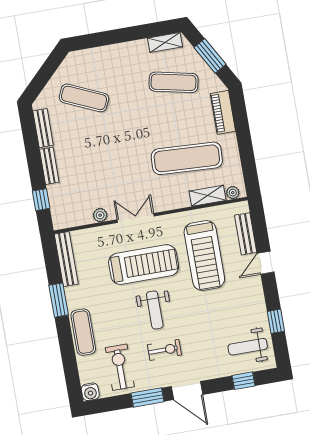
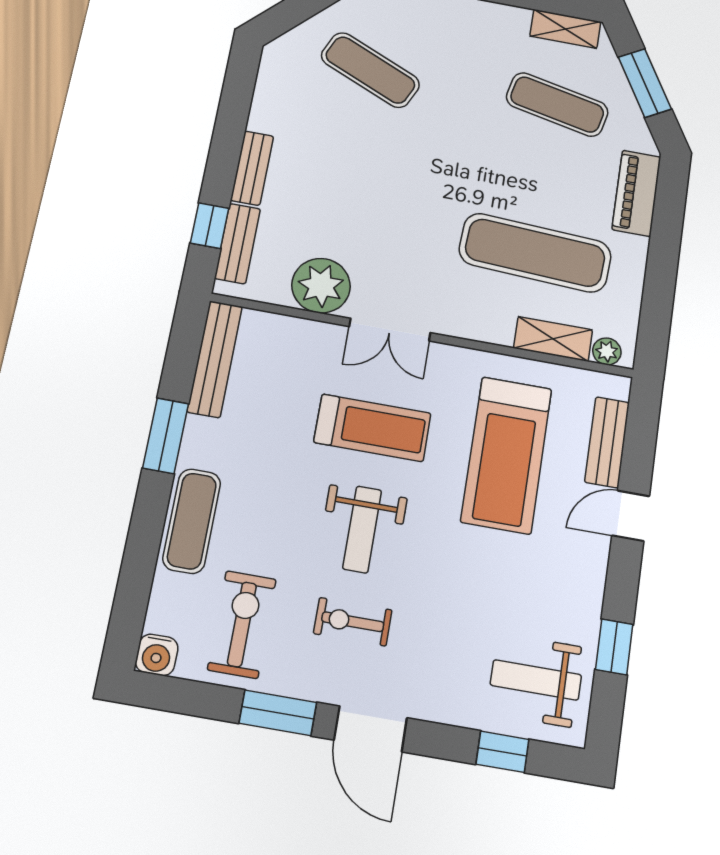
bench: (43, 128) -> (238, 244), moved
plant: (100, 215) -> (321, 286), width x1.87, depth x1.87
double door: (136, 218) -> (390, 330), swing flipped
treadmill: (144, 265) -> (372, 428), width x0.73, depth x0.73
exercise bike: (164, 350) -> (353, 622), turned 180

